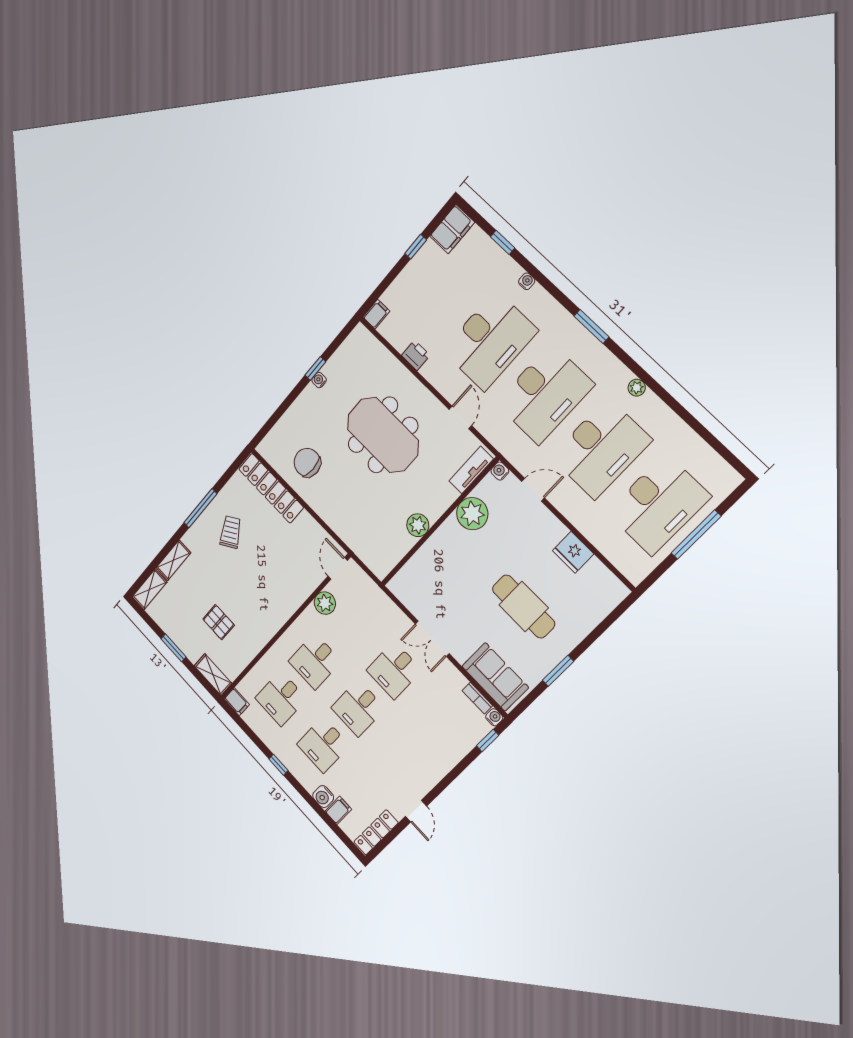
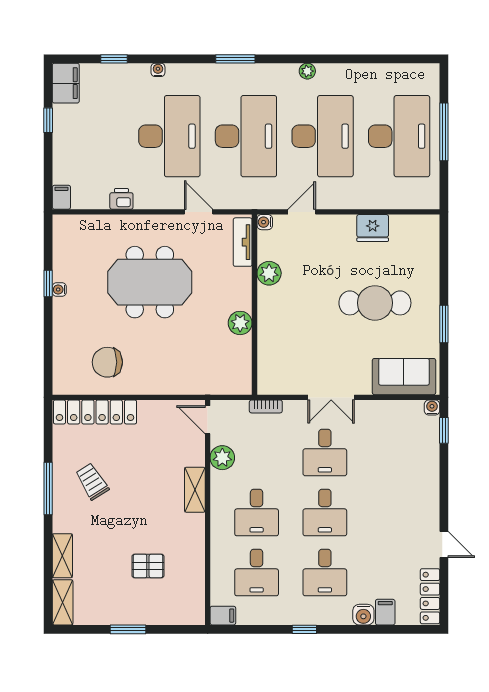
plant: (472, 514) -> (269, 273), width x0.73, depth x0.73
shelving: (213, 675) -> (195, 490), moved, turned 90
bookcase: (477, 698) -> (266, 406), moved

